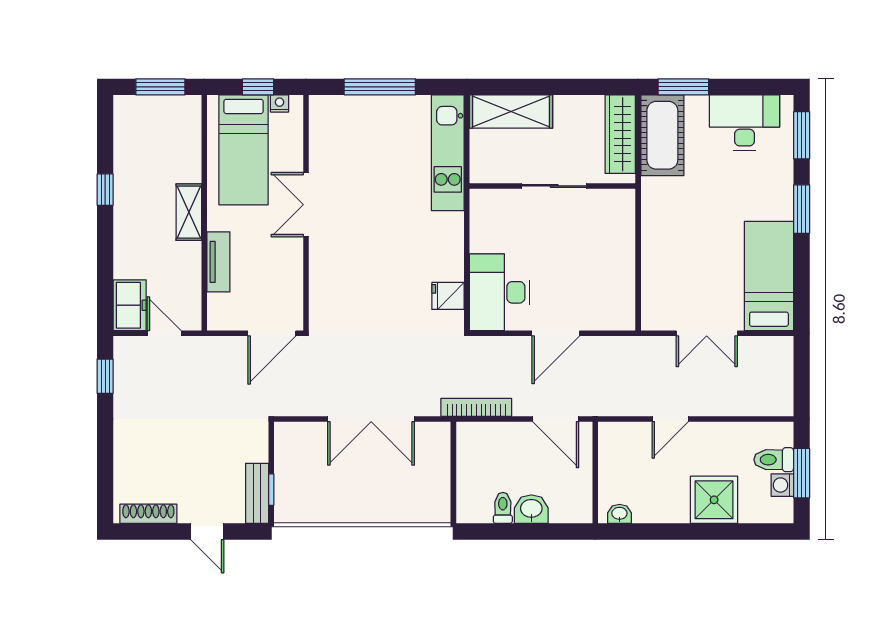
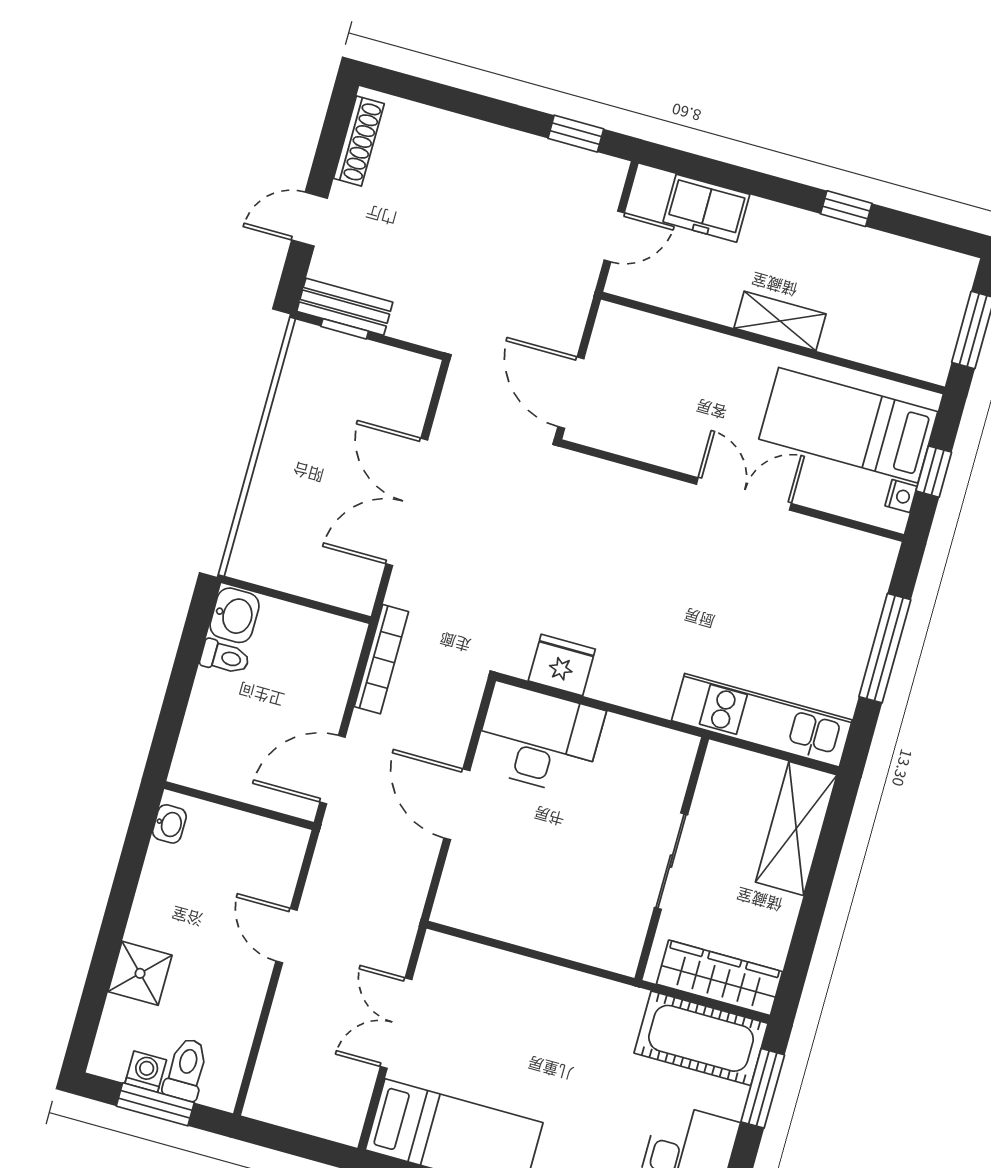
tv unit: (218, 262) -> (696, 344), removed
fridge: (448, 296) -> (562, 665), width x1.38
freezer: (130, 305) -> (706, 208), moved
shower: (714, 500) -> (140, 973), width x0.73, depth x0.73
washbasin: (531, 509) -> (235, 615), moved

